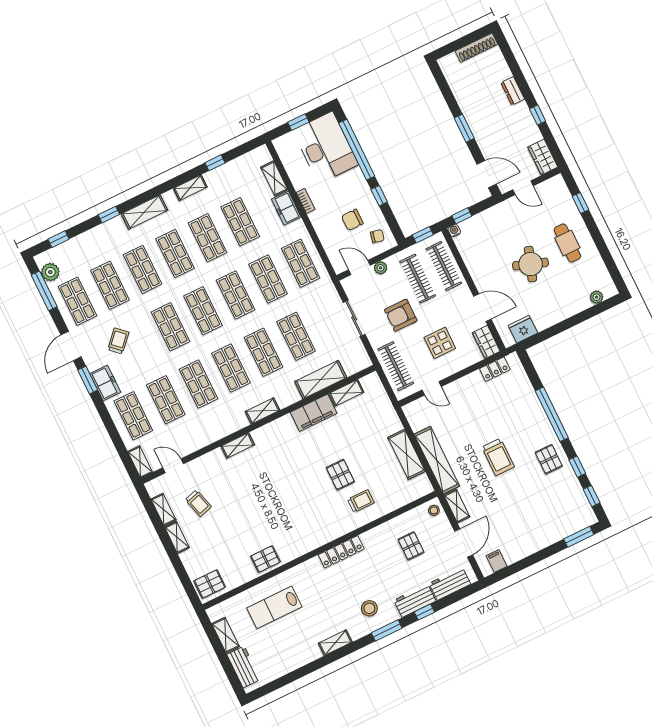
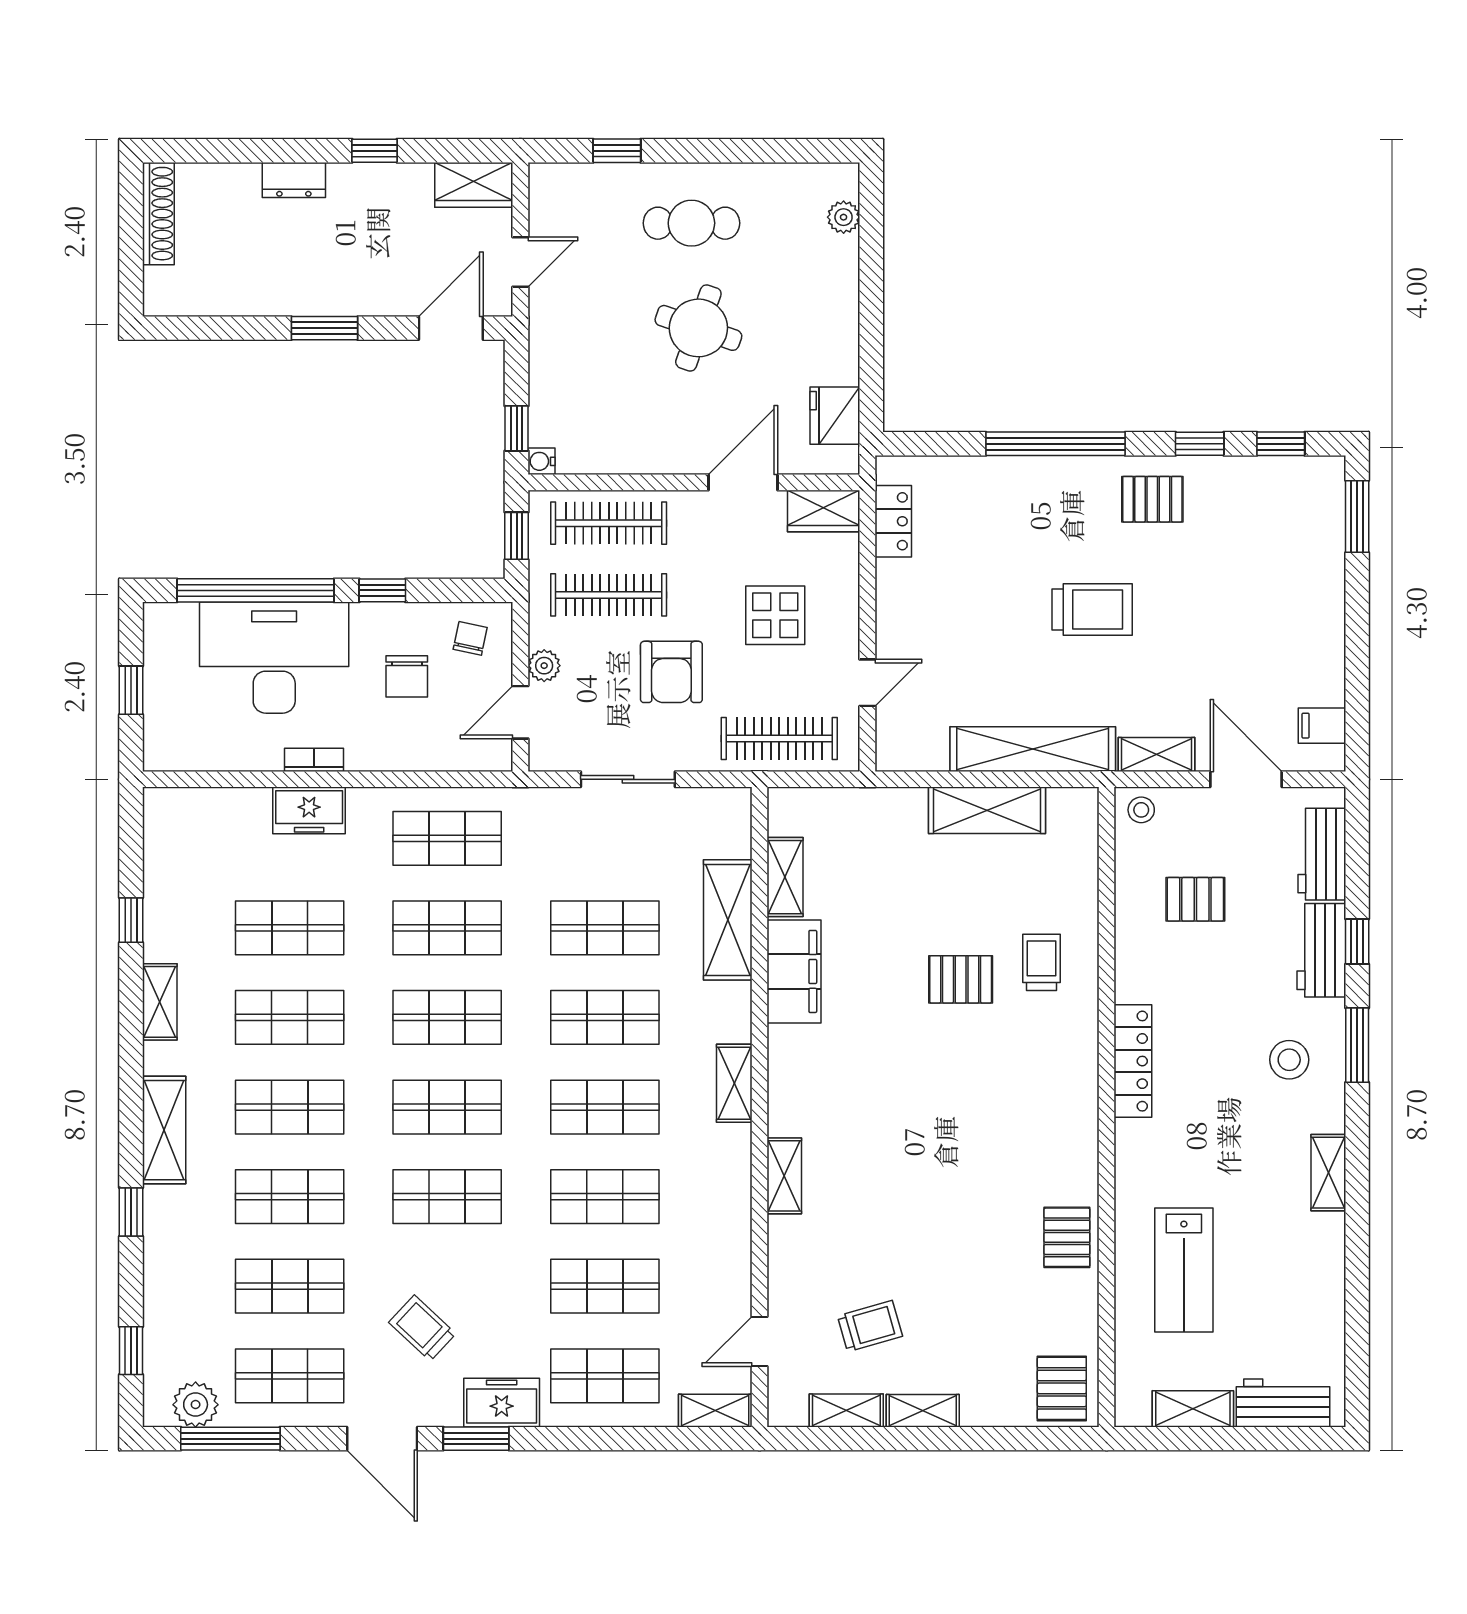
desk: (325, 148) -> (274, 658), moved
shelving: (274, 178) -> (230, 805), removed

